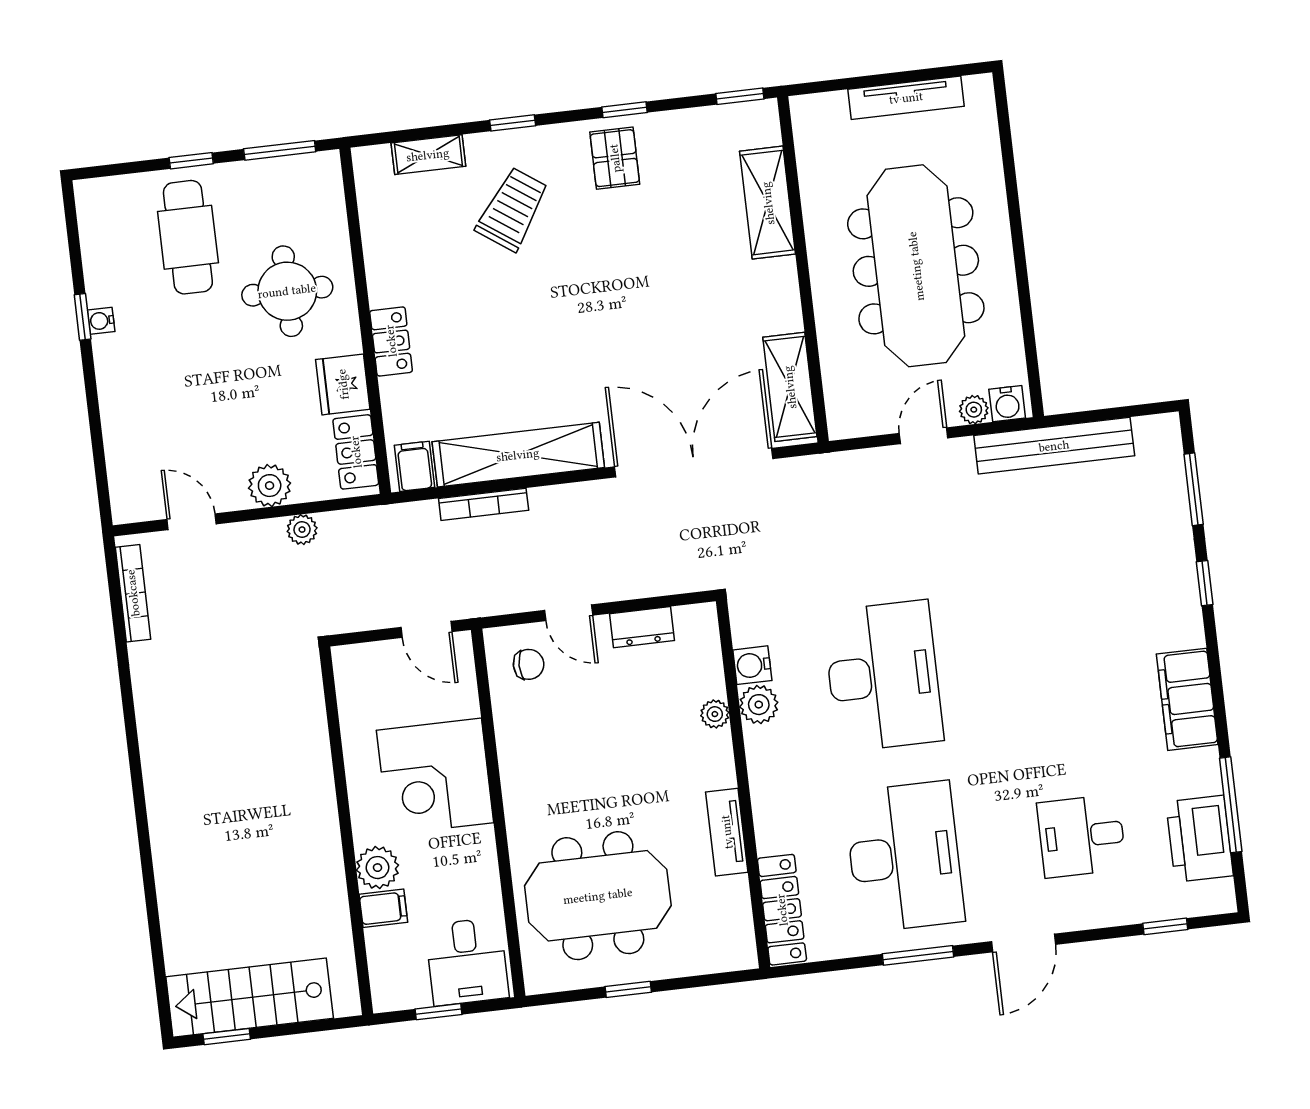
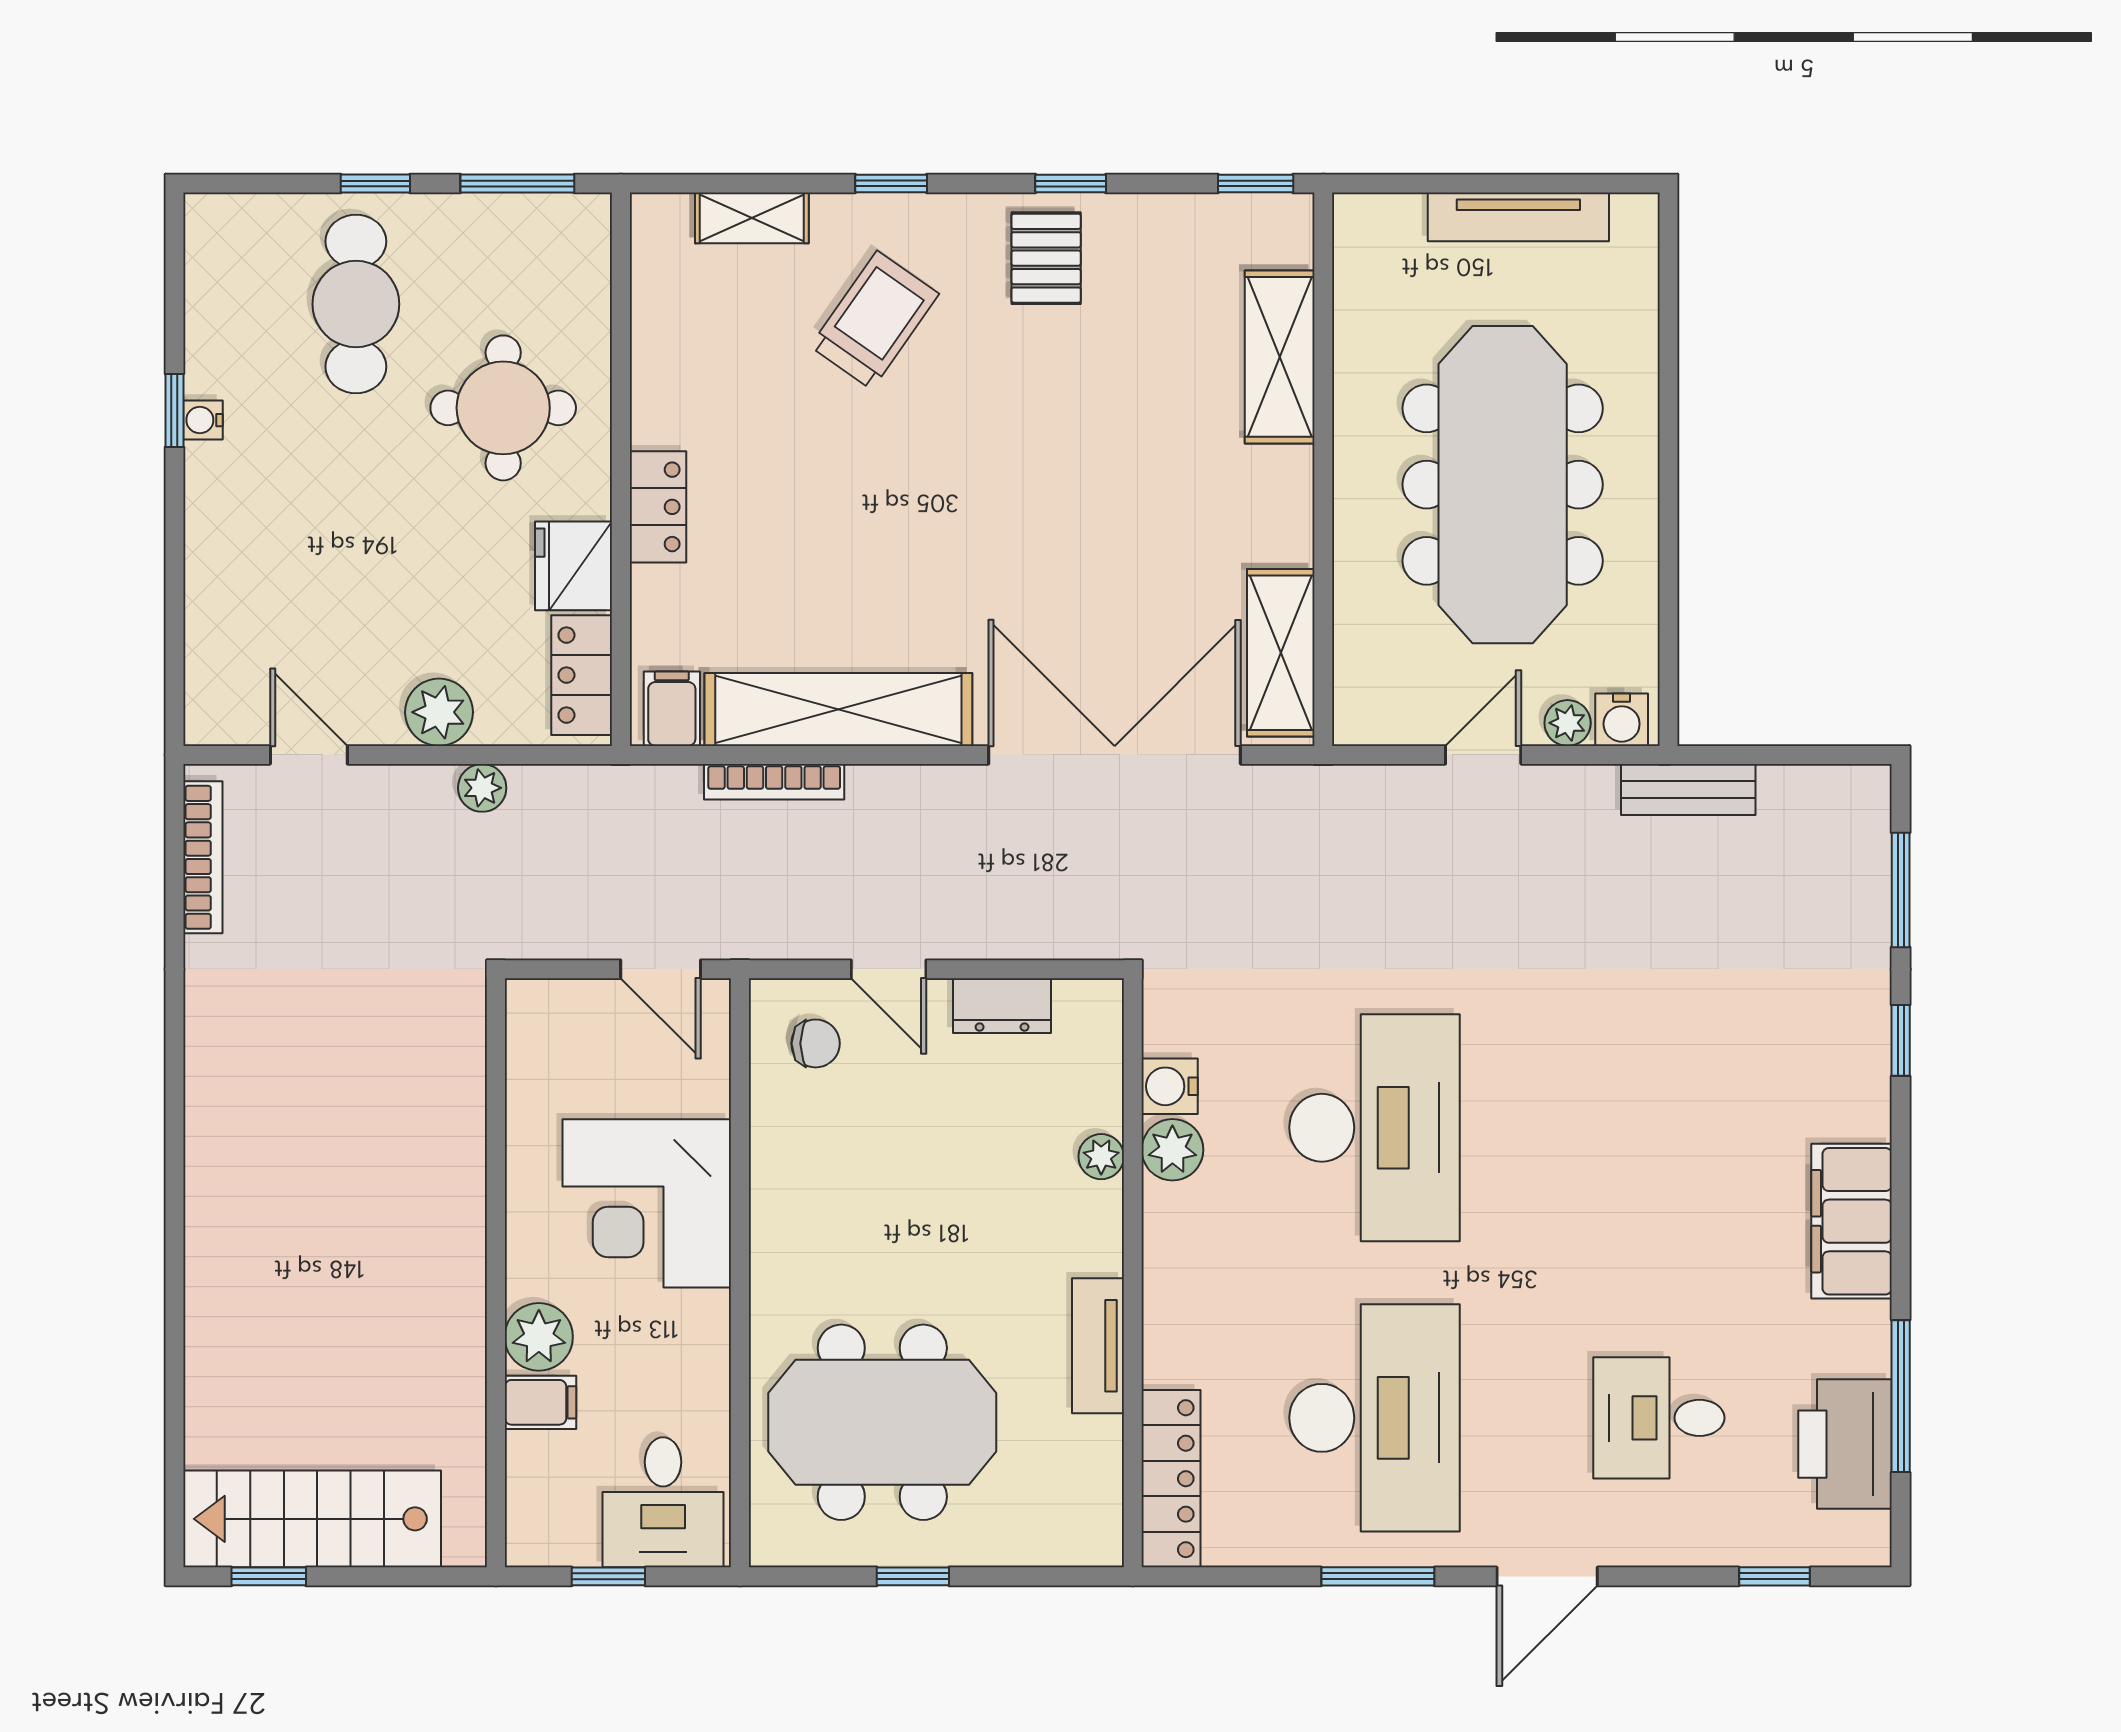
bench: (1054, 446) -> (1688, 790), width x0.54, depth x0.82

